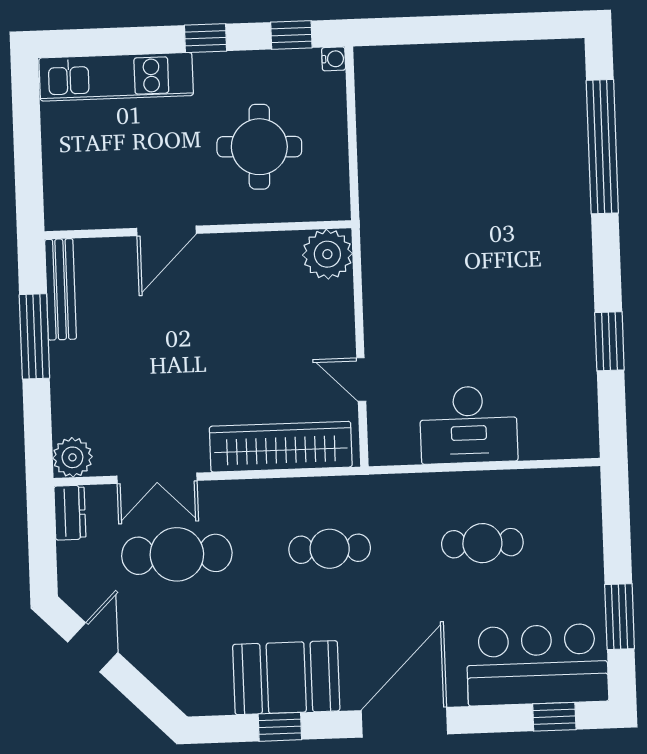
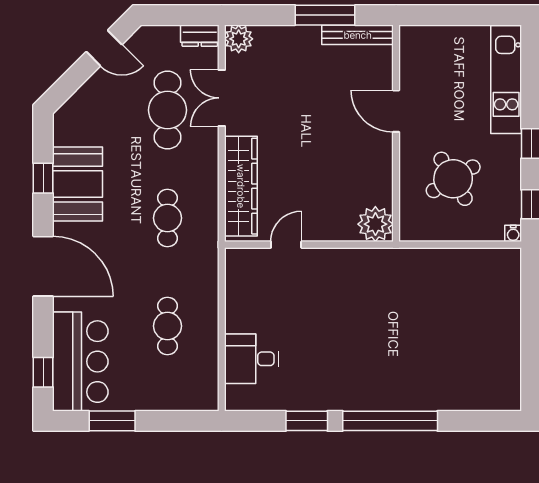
round table: (259, 147) -> (453, 179), turned -33
window: (602, 147) -> (390, 421), moved
desk: (469, 425) -> (251, 359), moved, width x0.73

